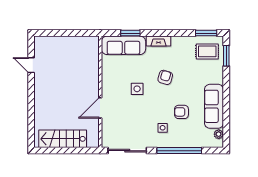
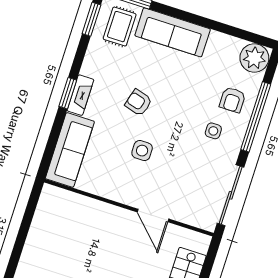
window: (130, 33) -> (68, 93), moved
sofa: (214, 106) -> (173, 32), moved
armchair: (181, 112) -> (232, 100), moved
plant: (219, 134) -> (254, 58), width x1.88, depth x1.88

